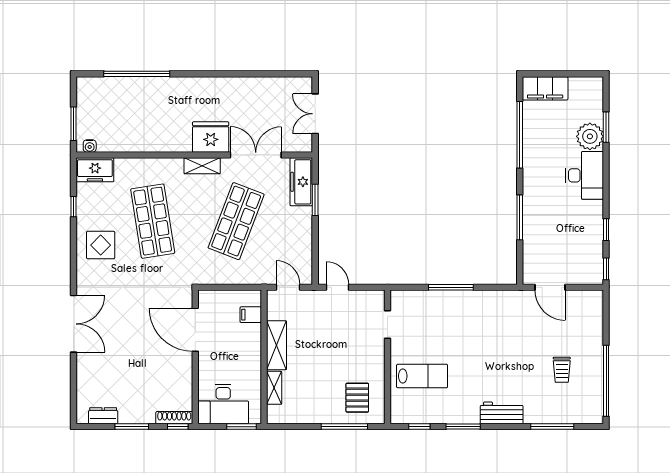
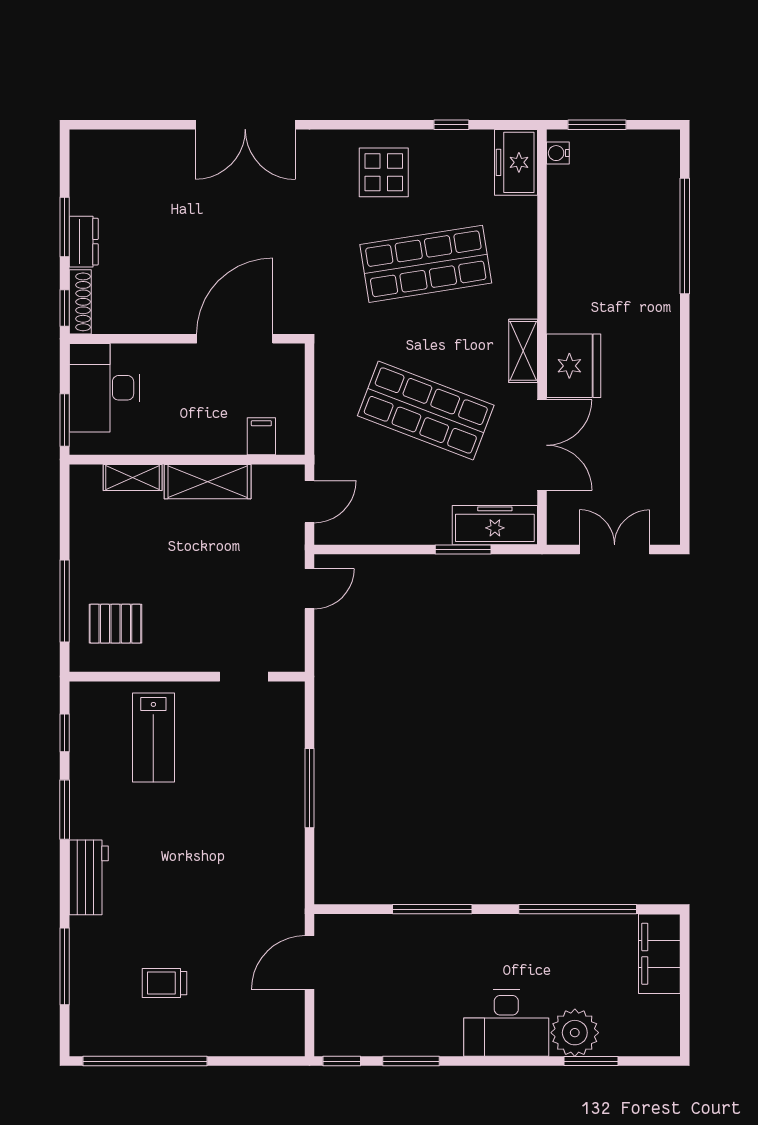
window: (606, 230) -> (411, 1061), width x1.50
dresser: (103, 416) -> (84, 242), moved

